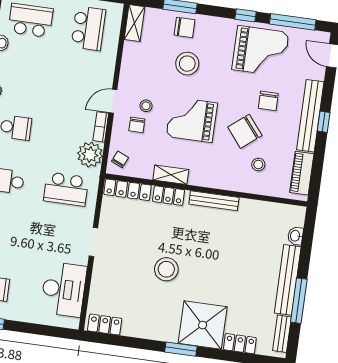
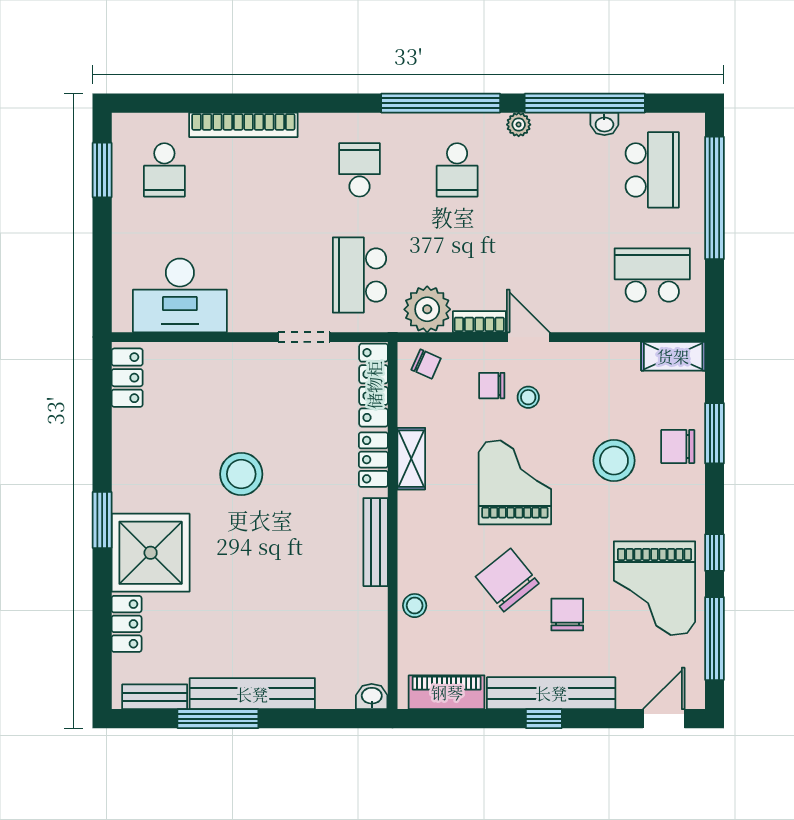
chair: (184, 27) -> (678, 447), turned 90
school desk: (88, 28) -> (652, 275), turned 180
chair: (268, 101) -> (567, 614), turned 90
stool: (258, 164) -> (415, 606), moved
washbasin: (295, 236) -> (372, 696), moved
doorway: (93, 242) -> (304, 337), moved

